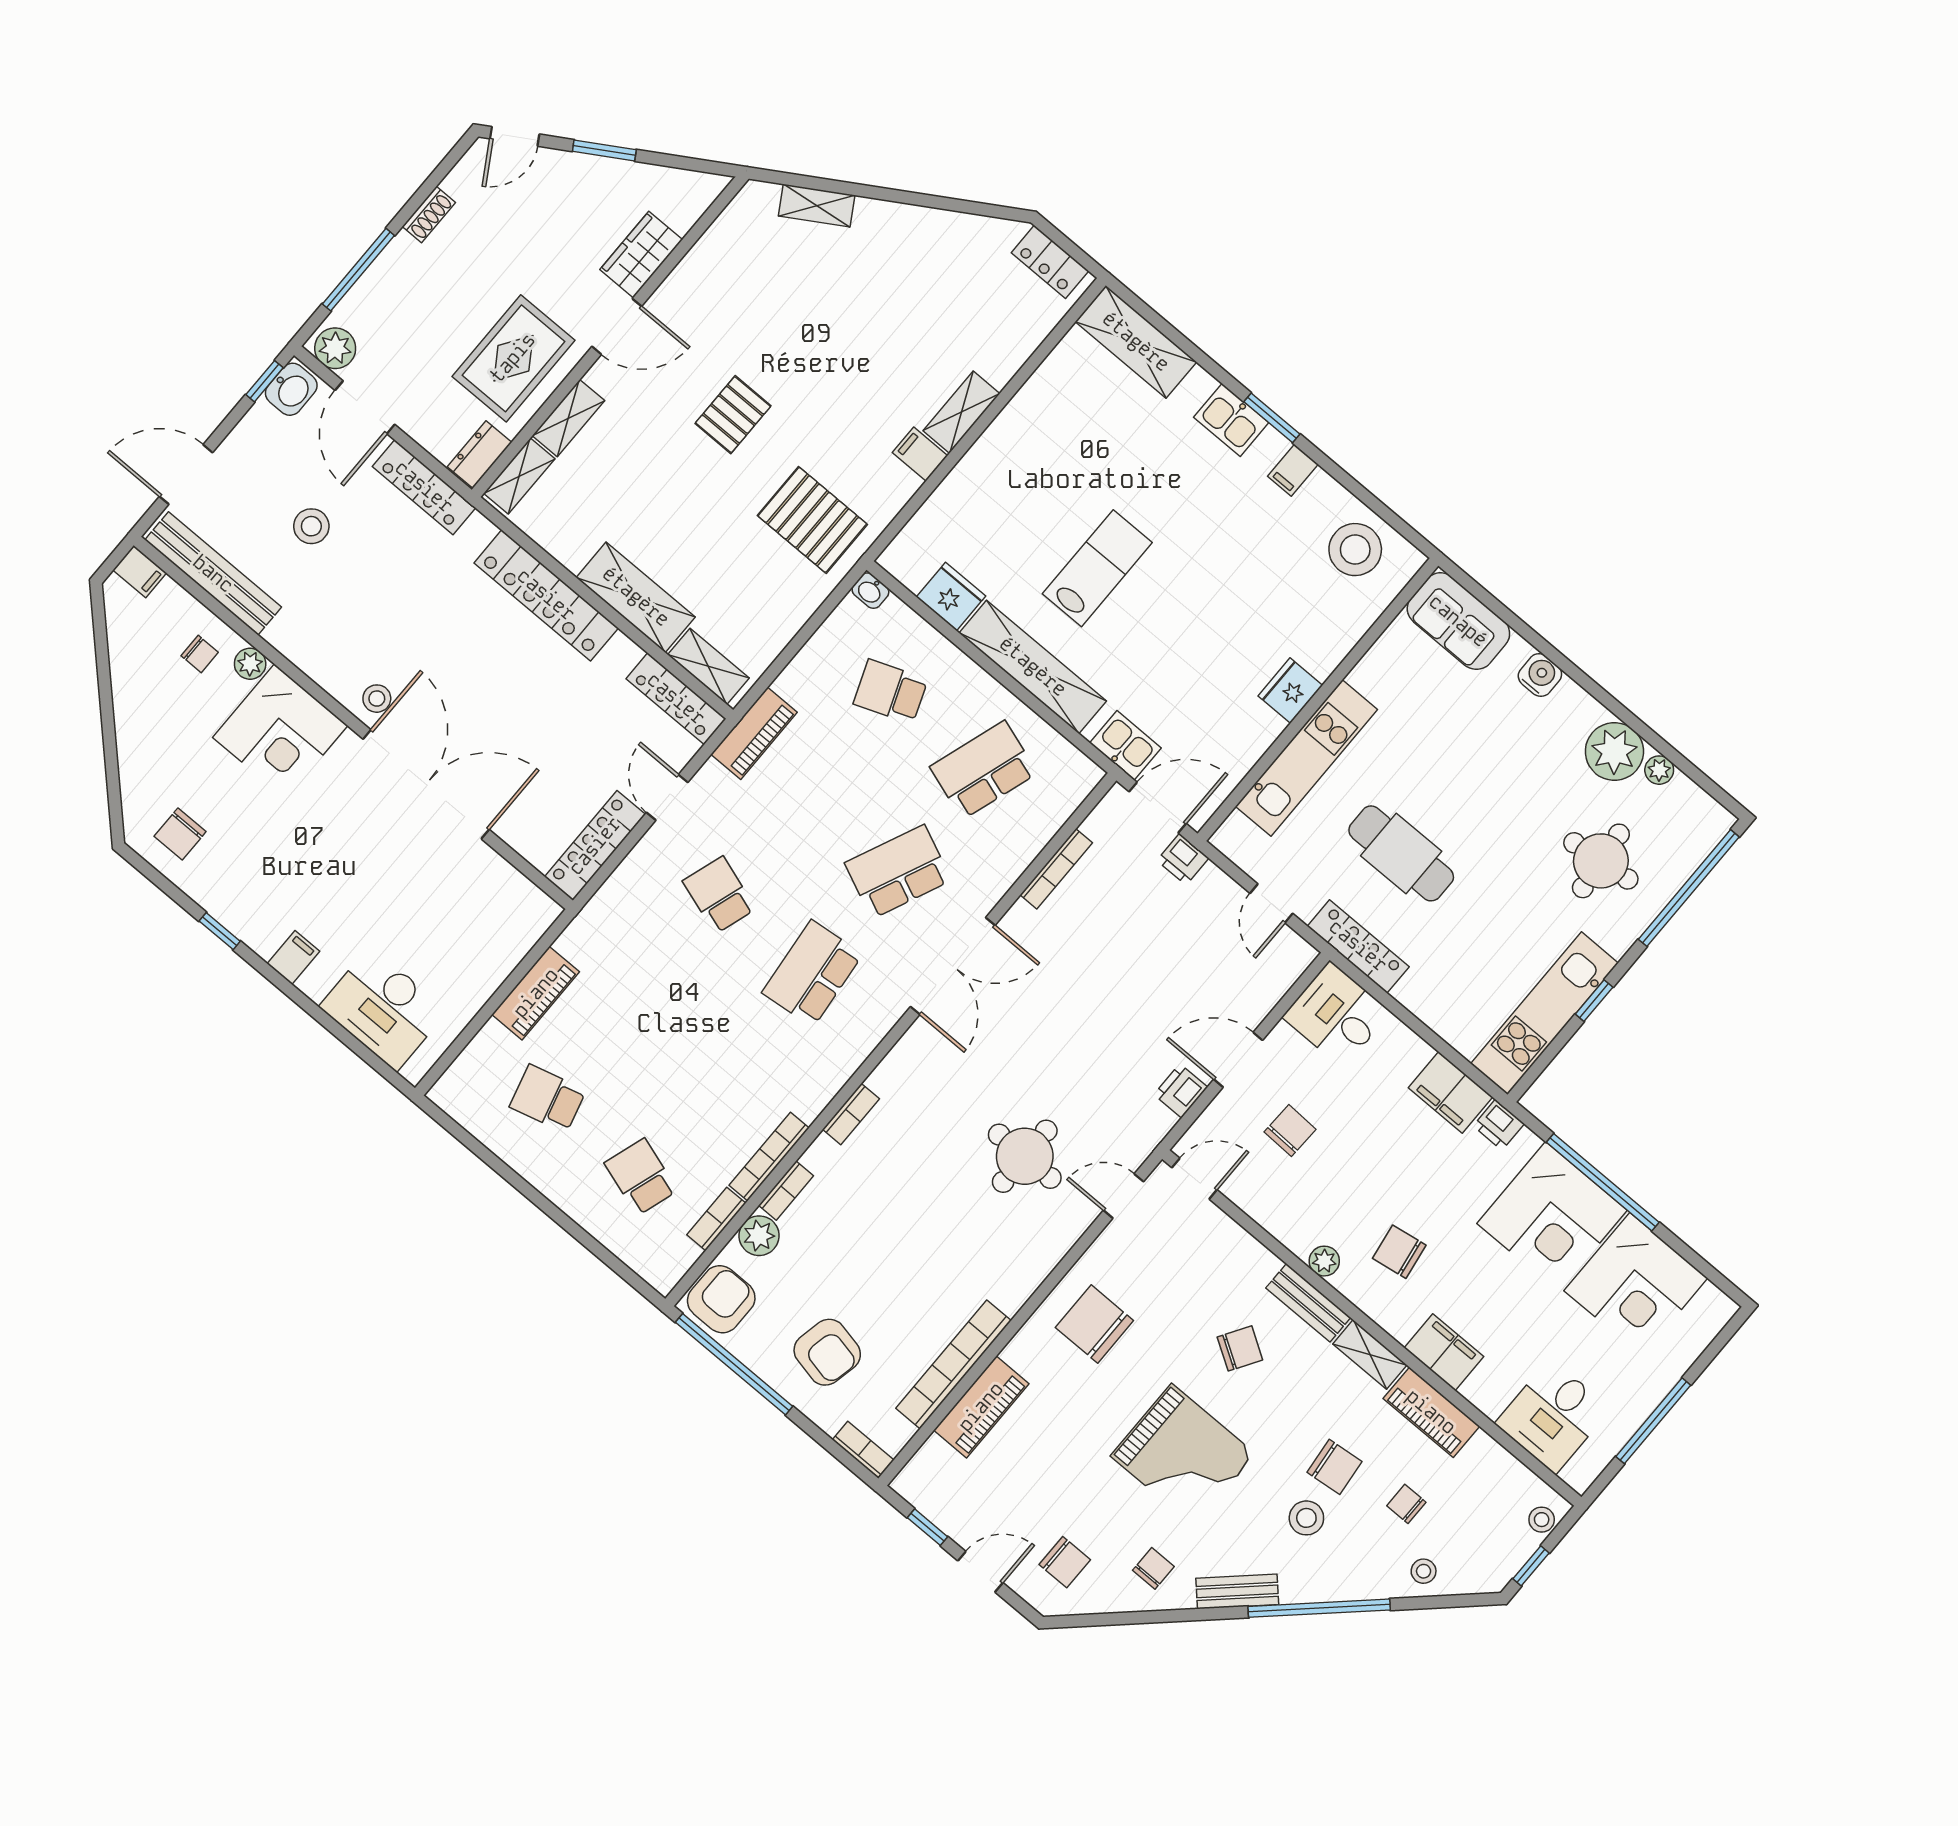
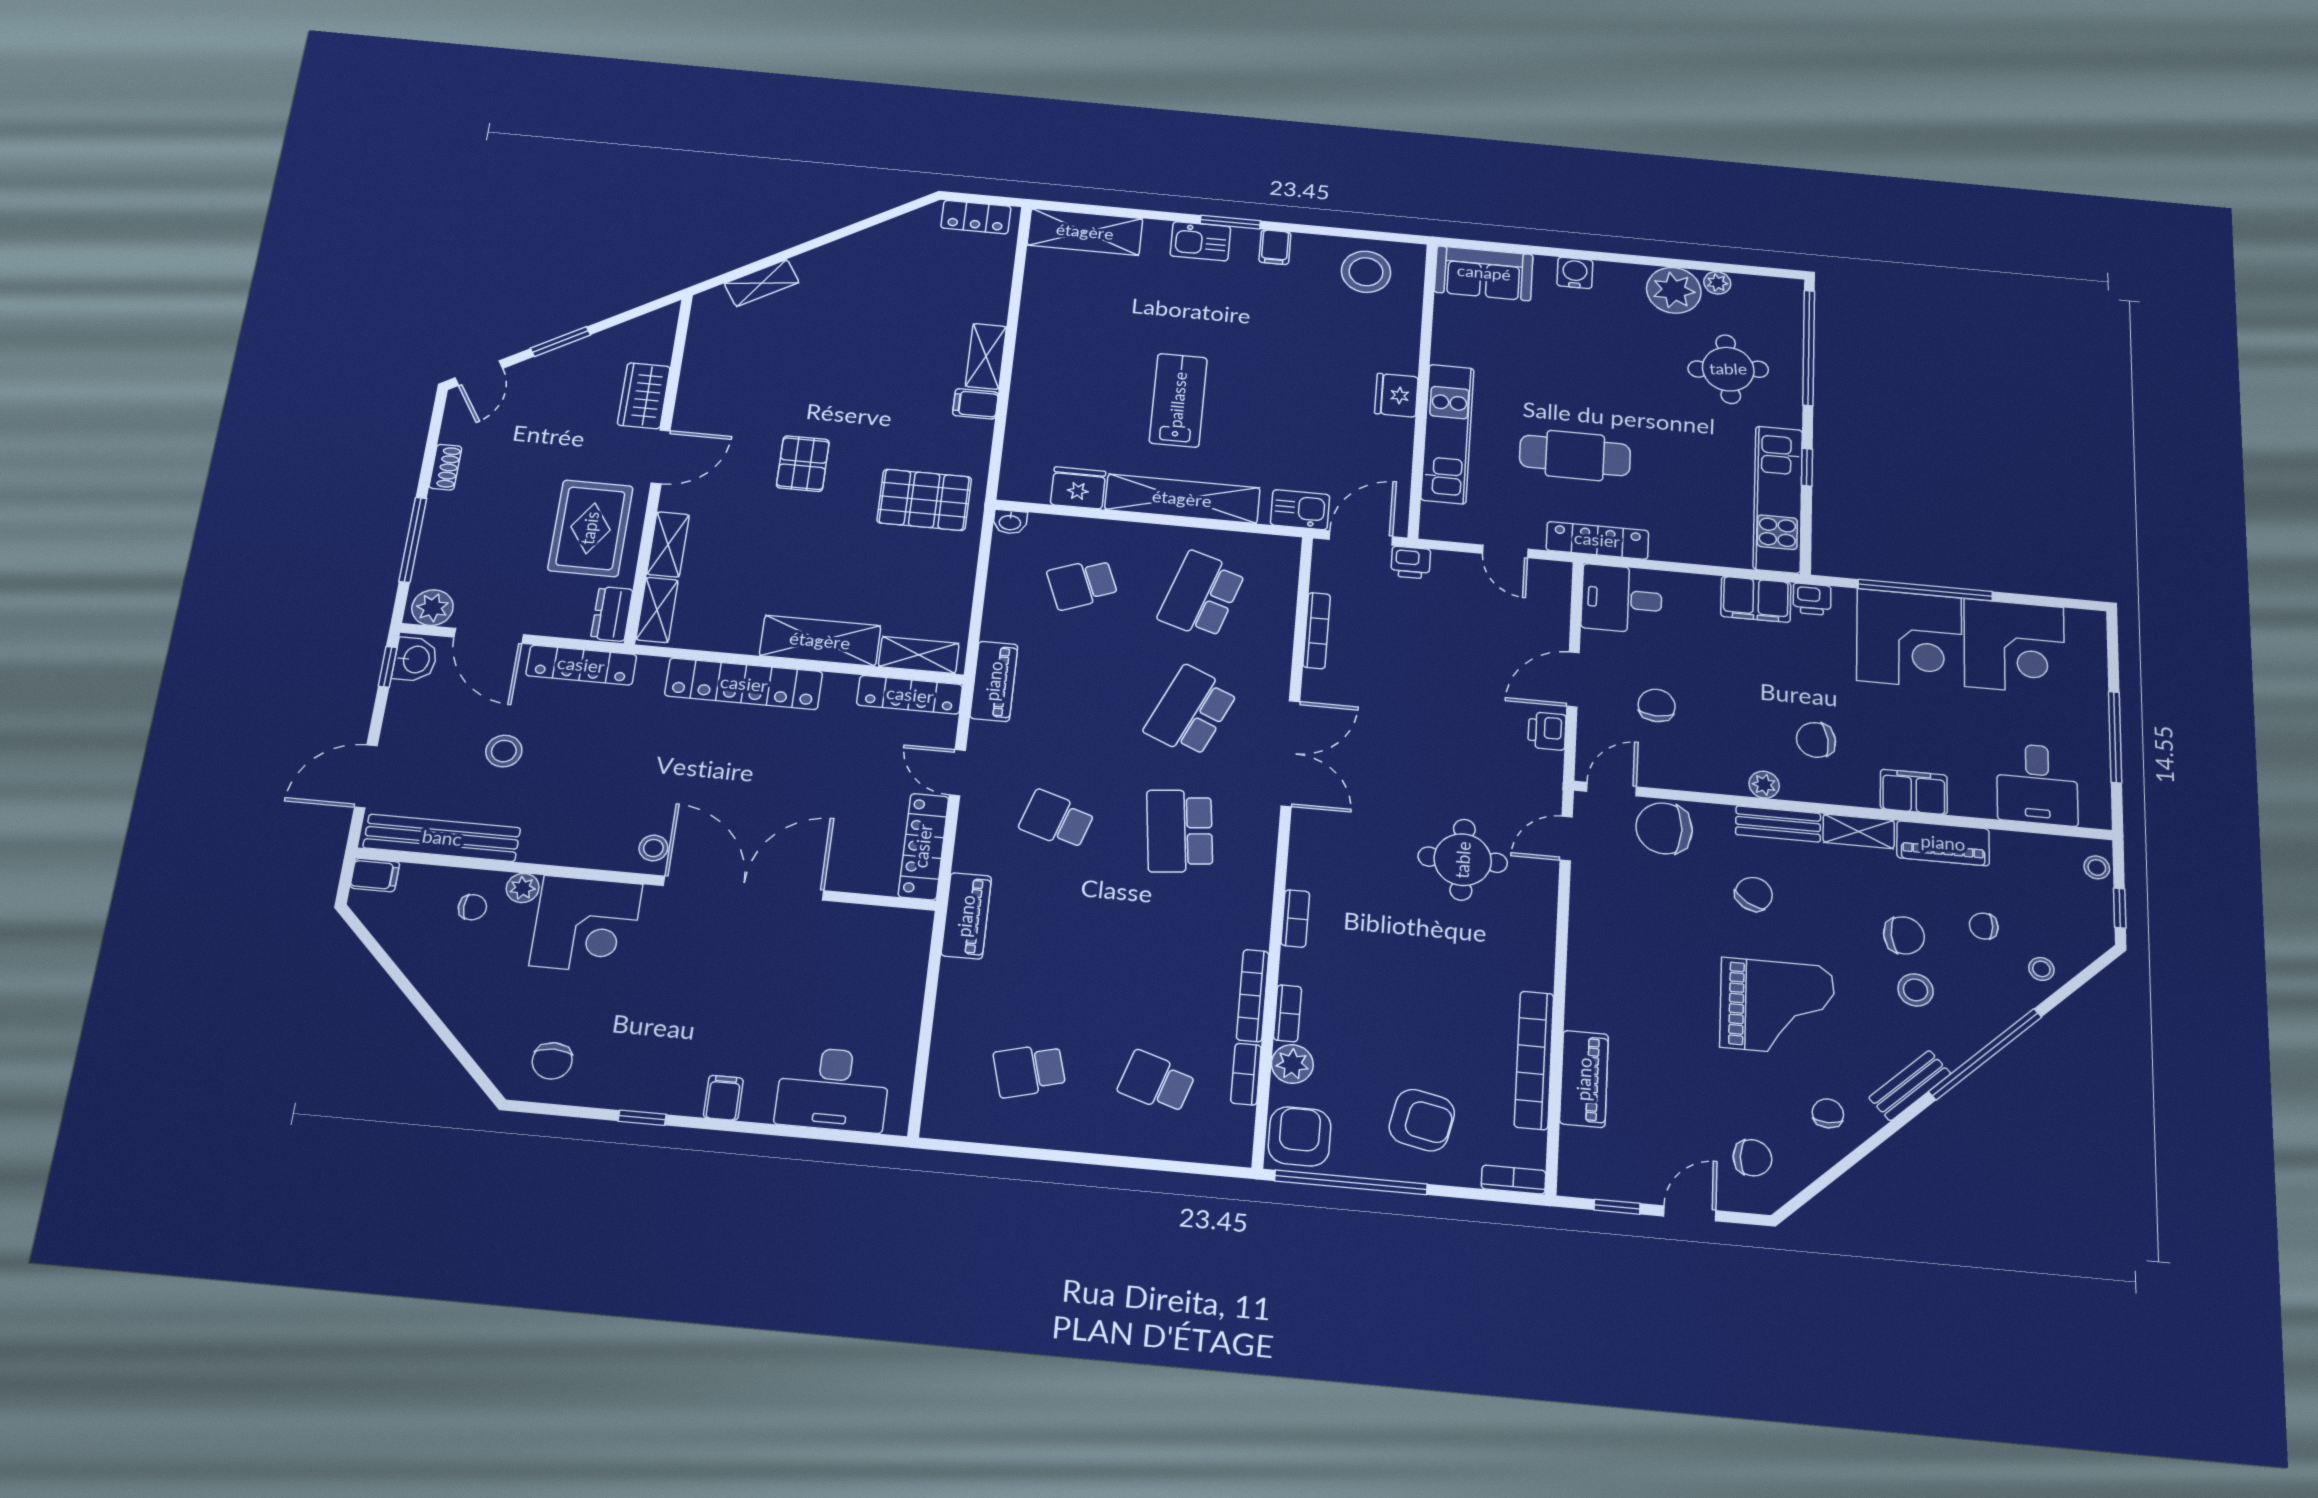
piano: (536, 993) -> (966, 916), moved
chair: (1094, 1324) -> (1664, 828), moved

